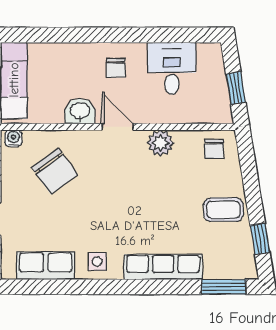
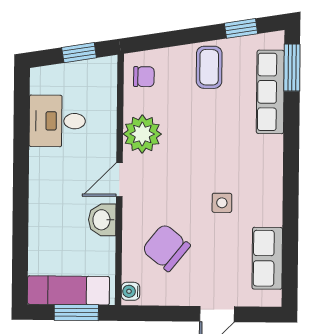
chair: (116, 68) -> (56, 181), removed
plant: (160, 143) -> (142, 134), width x1.36, depth x1.36
chair: (55, 171) -> (166, 248), turned -105
side table: (97, 262) -> (222, 203), moved
row of seats: (163, 267) -> (270, 92), moved

